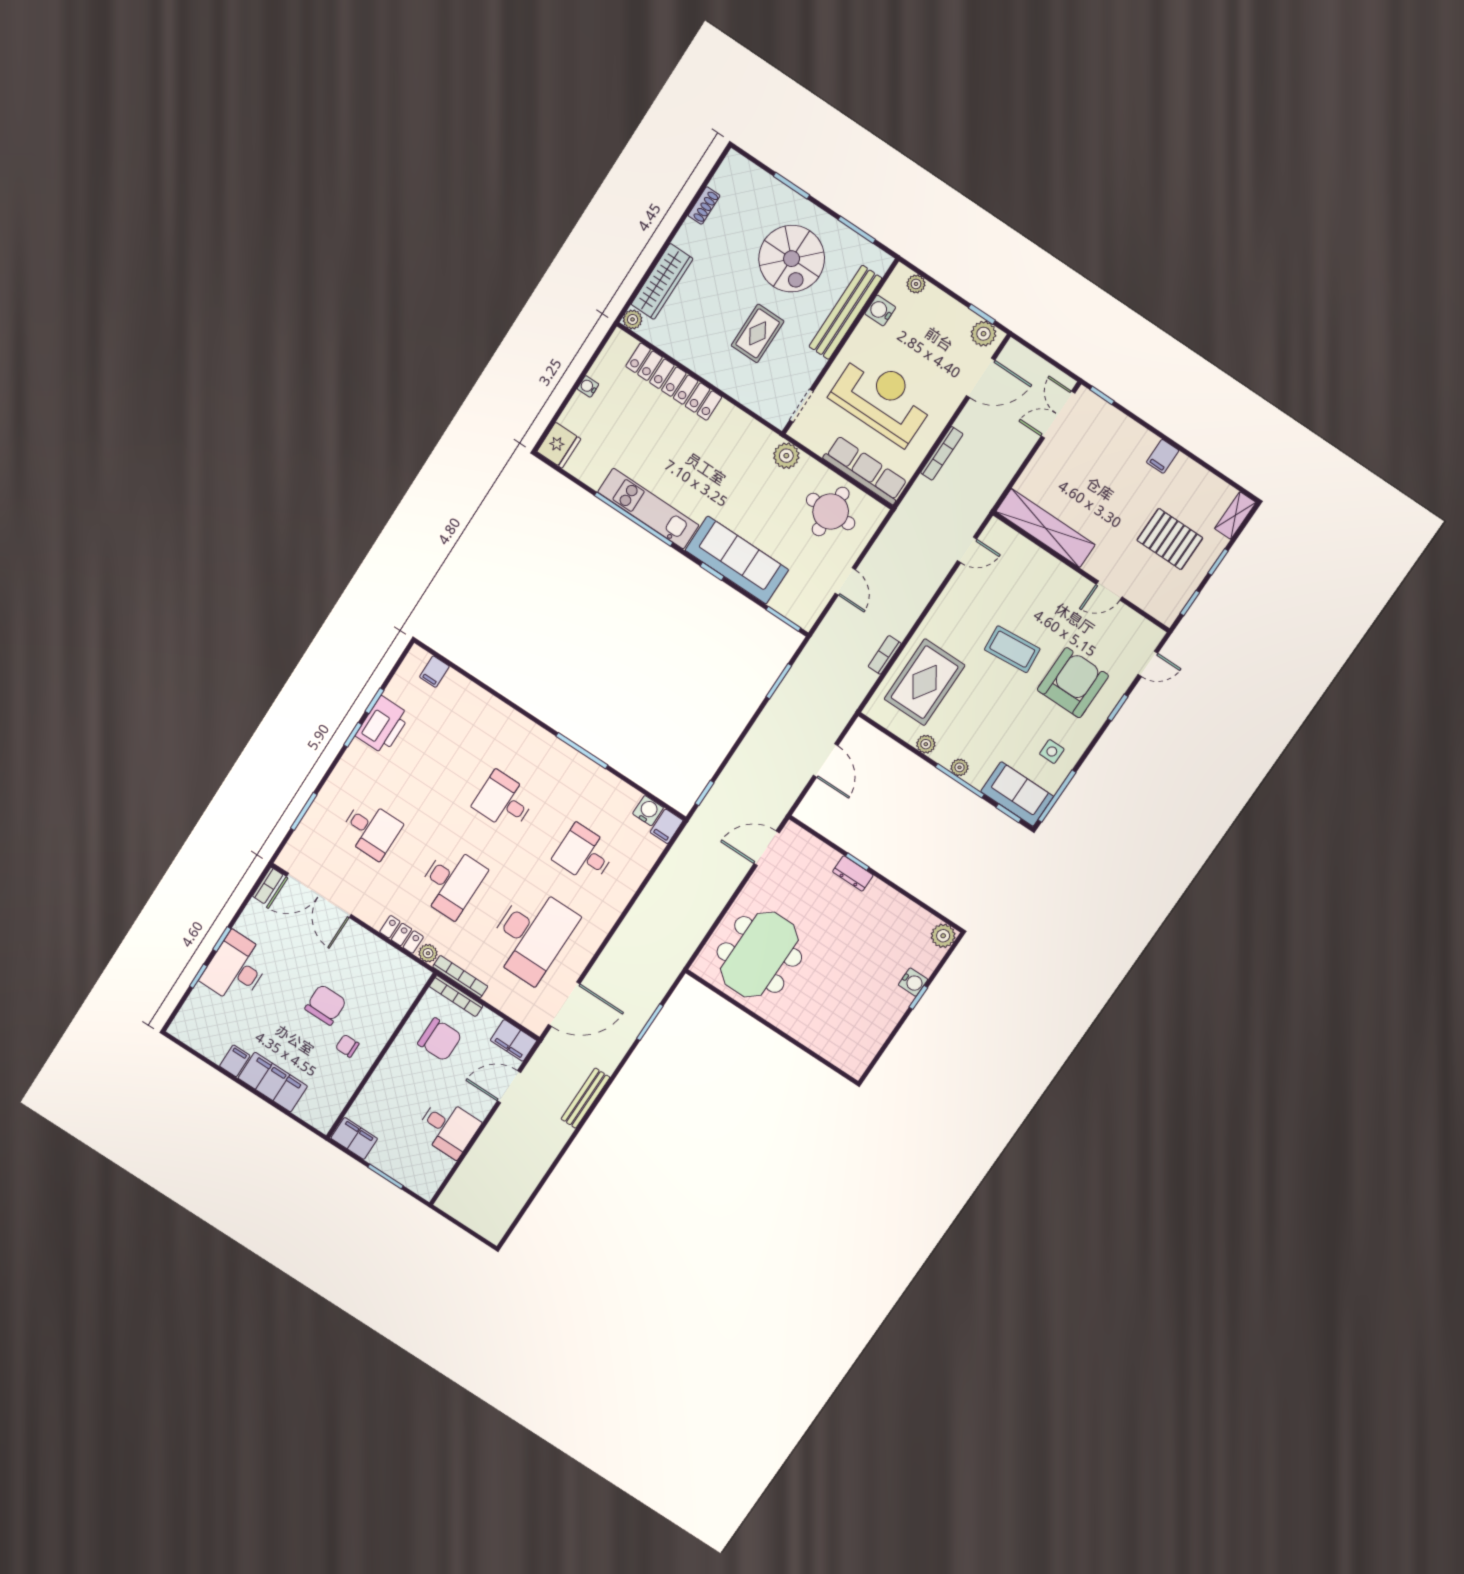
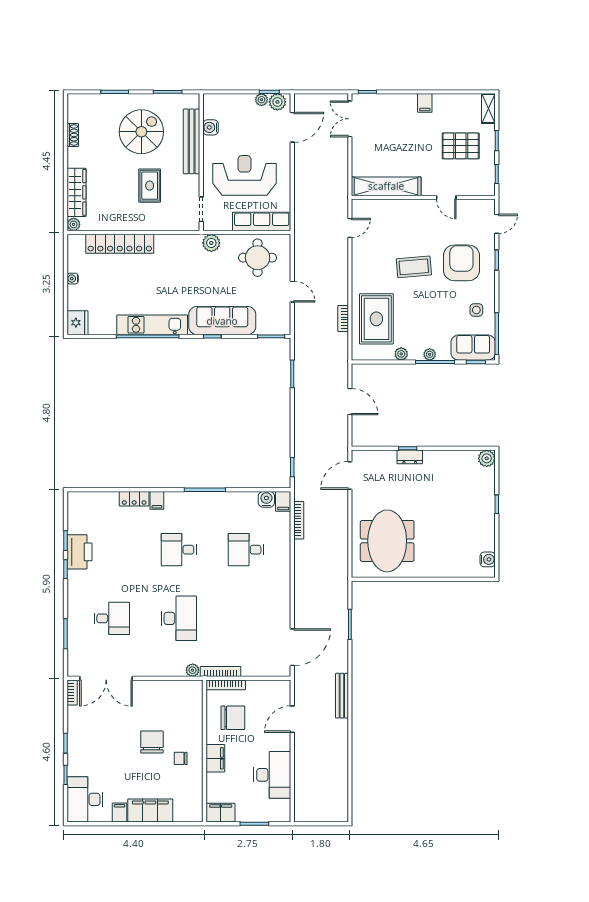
spiral stairs: (792, 259) -> (141, 132), turned -90
plant: (916, 284) -> (261, 100), moved
bookcase: (942, 453) -> (299, 520), moved
door: (1109, 591) -> (446, 197), hinge flipped
filing cabinet: (434, 672) -> (157, 500), moved
locker: (402, 934) -> (134, 499), moved, turned 180
desk: (531, 935) -> (246, 618), removed
desk: (236, 968) -> (85, 799), moved
water cooler: (913, 982) -> (488, 559), moved
filing cabinet: (514, 1040) -> (215, 758), moved, turned -90
desk: (448, 1128) -> (272, 775), width x1.37

